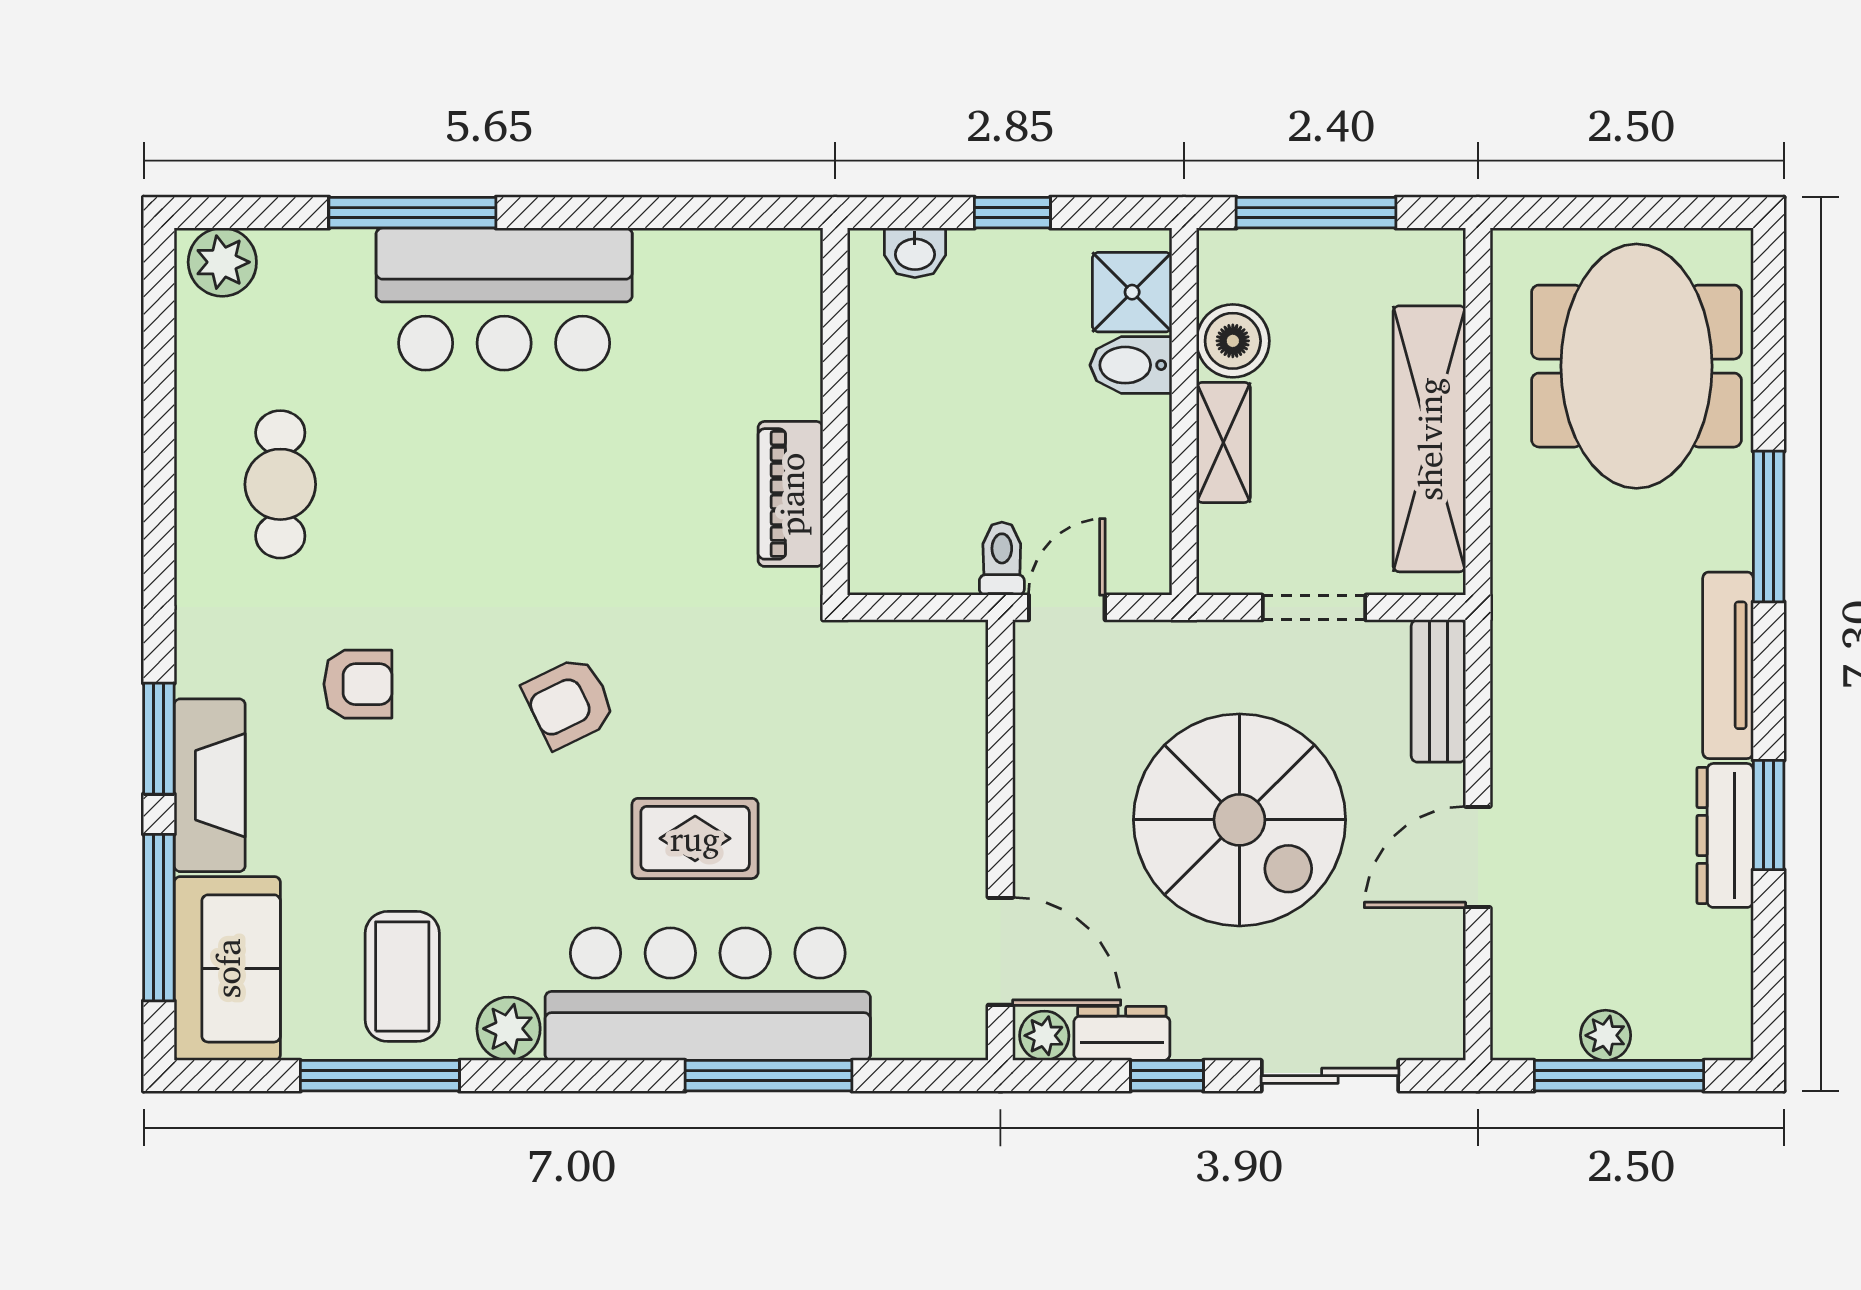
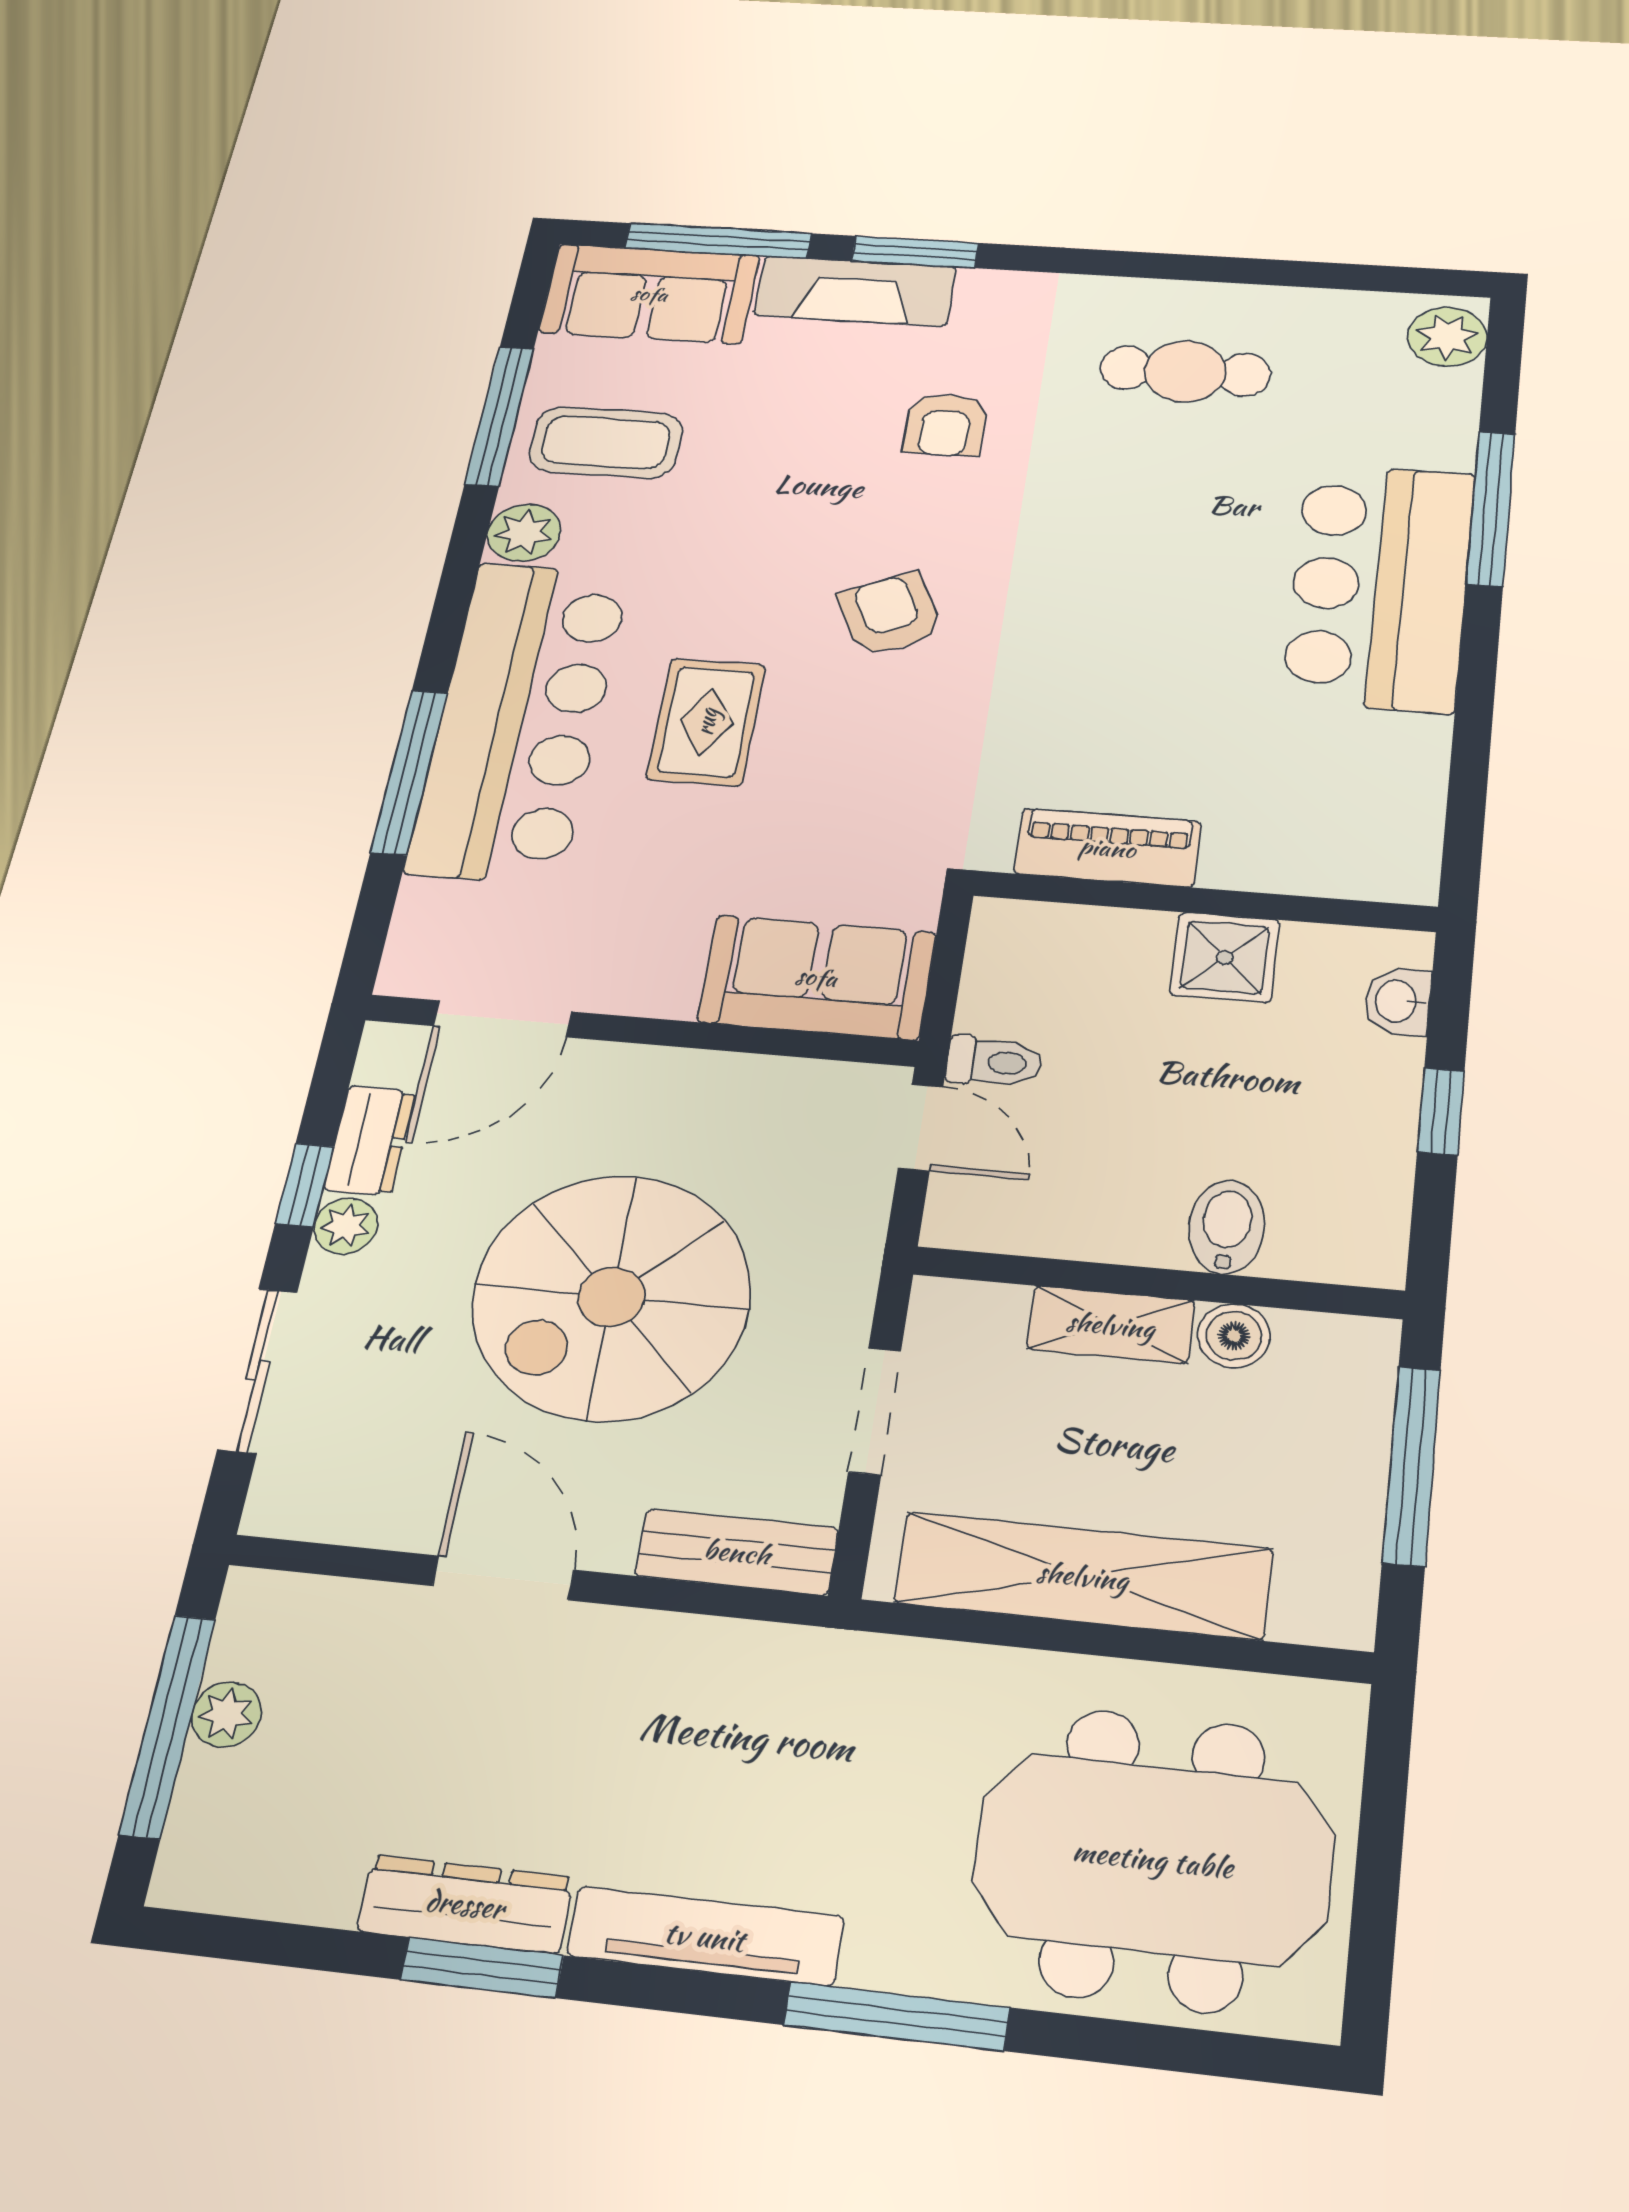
shower: (1132, 292) -> (1225, 957), moved
boiler: (1233, 341) -> (1234, 1336), width x0.73, depth x0.73
sofa: (937, 708) -> (817, 977), added
plant: (1044, 1036) -> (346, 1226), moved

